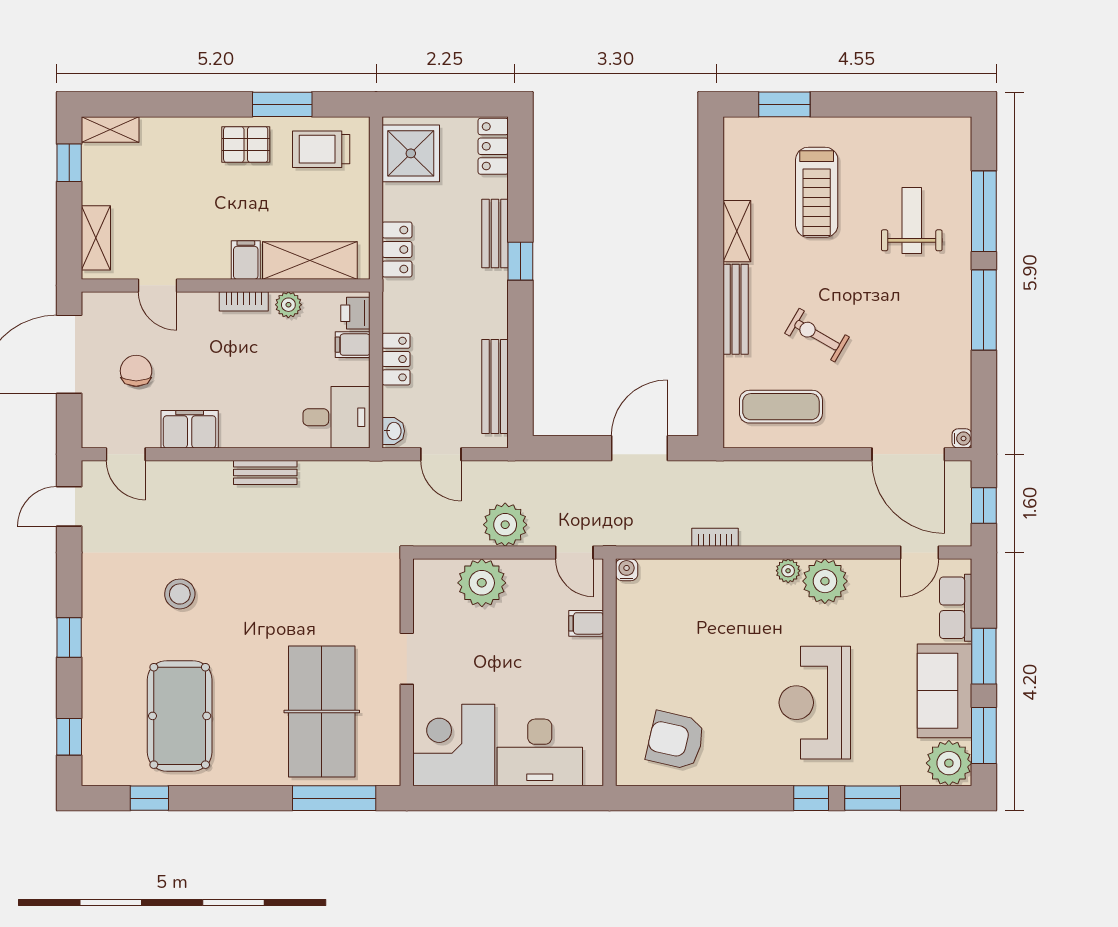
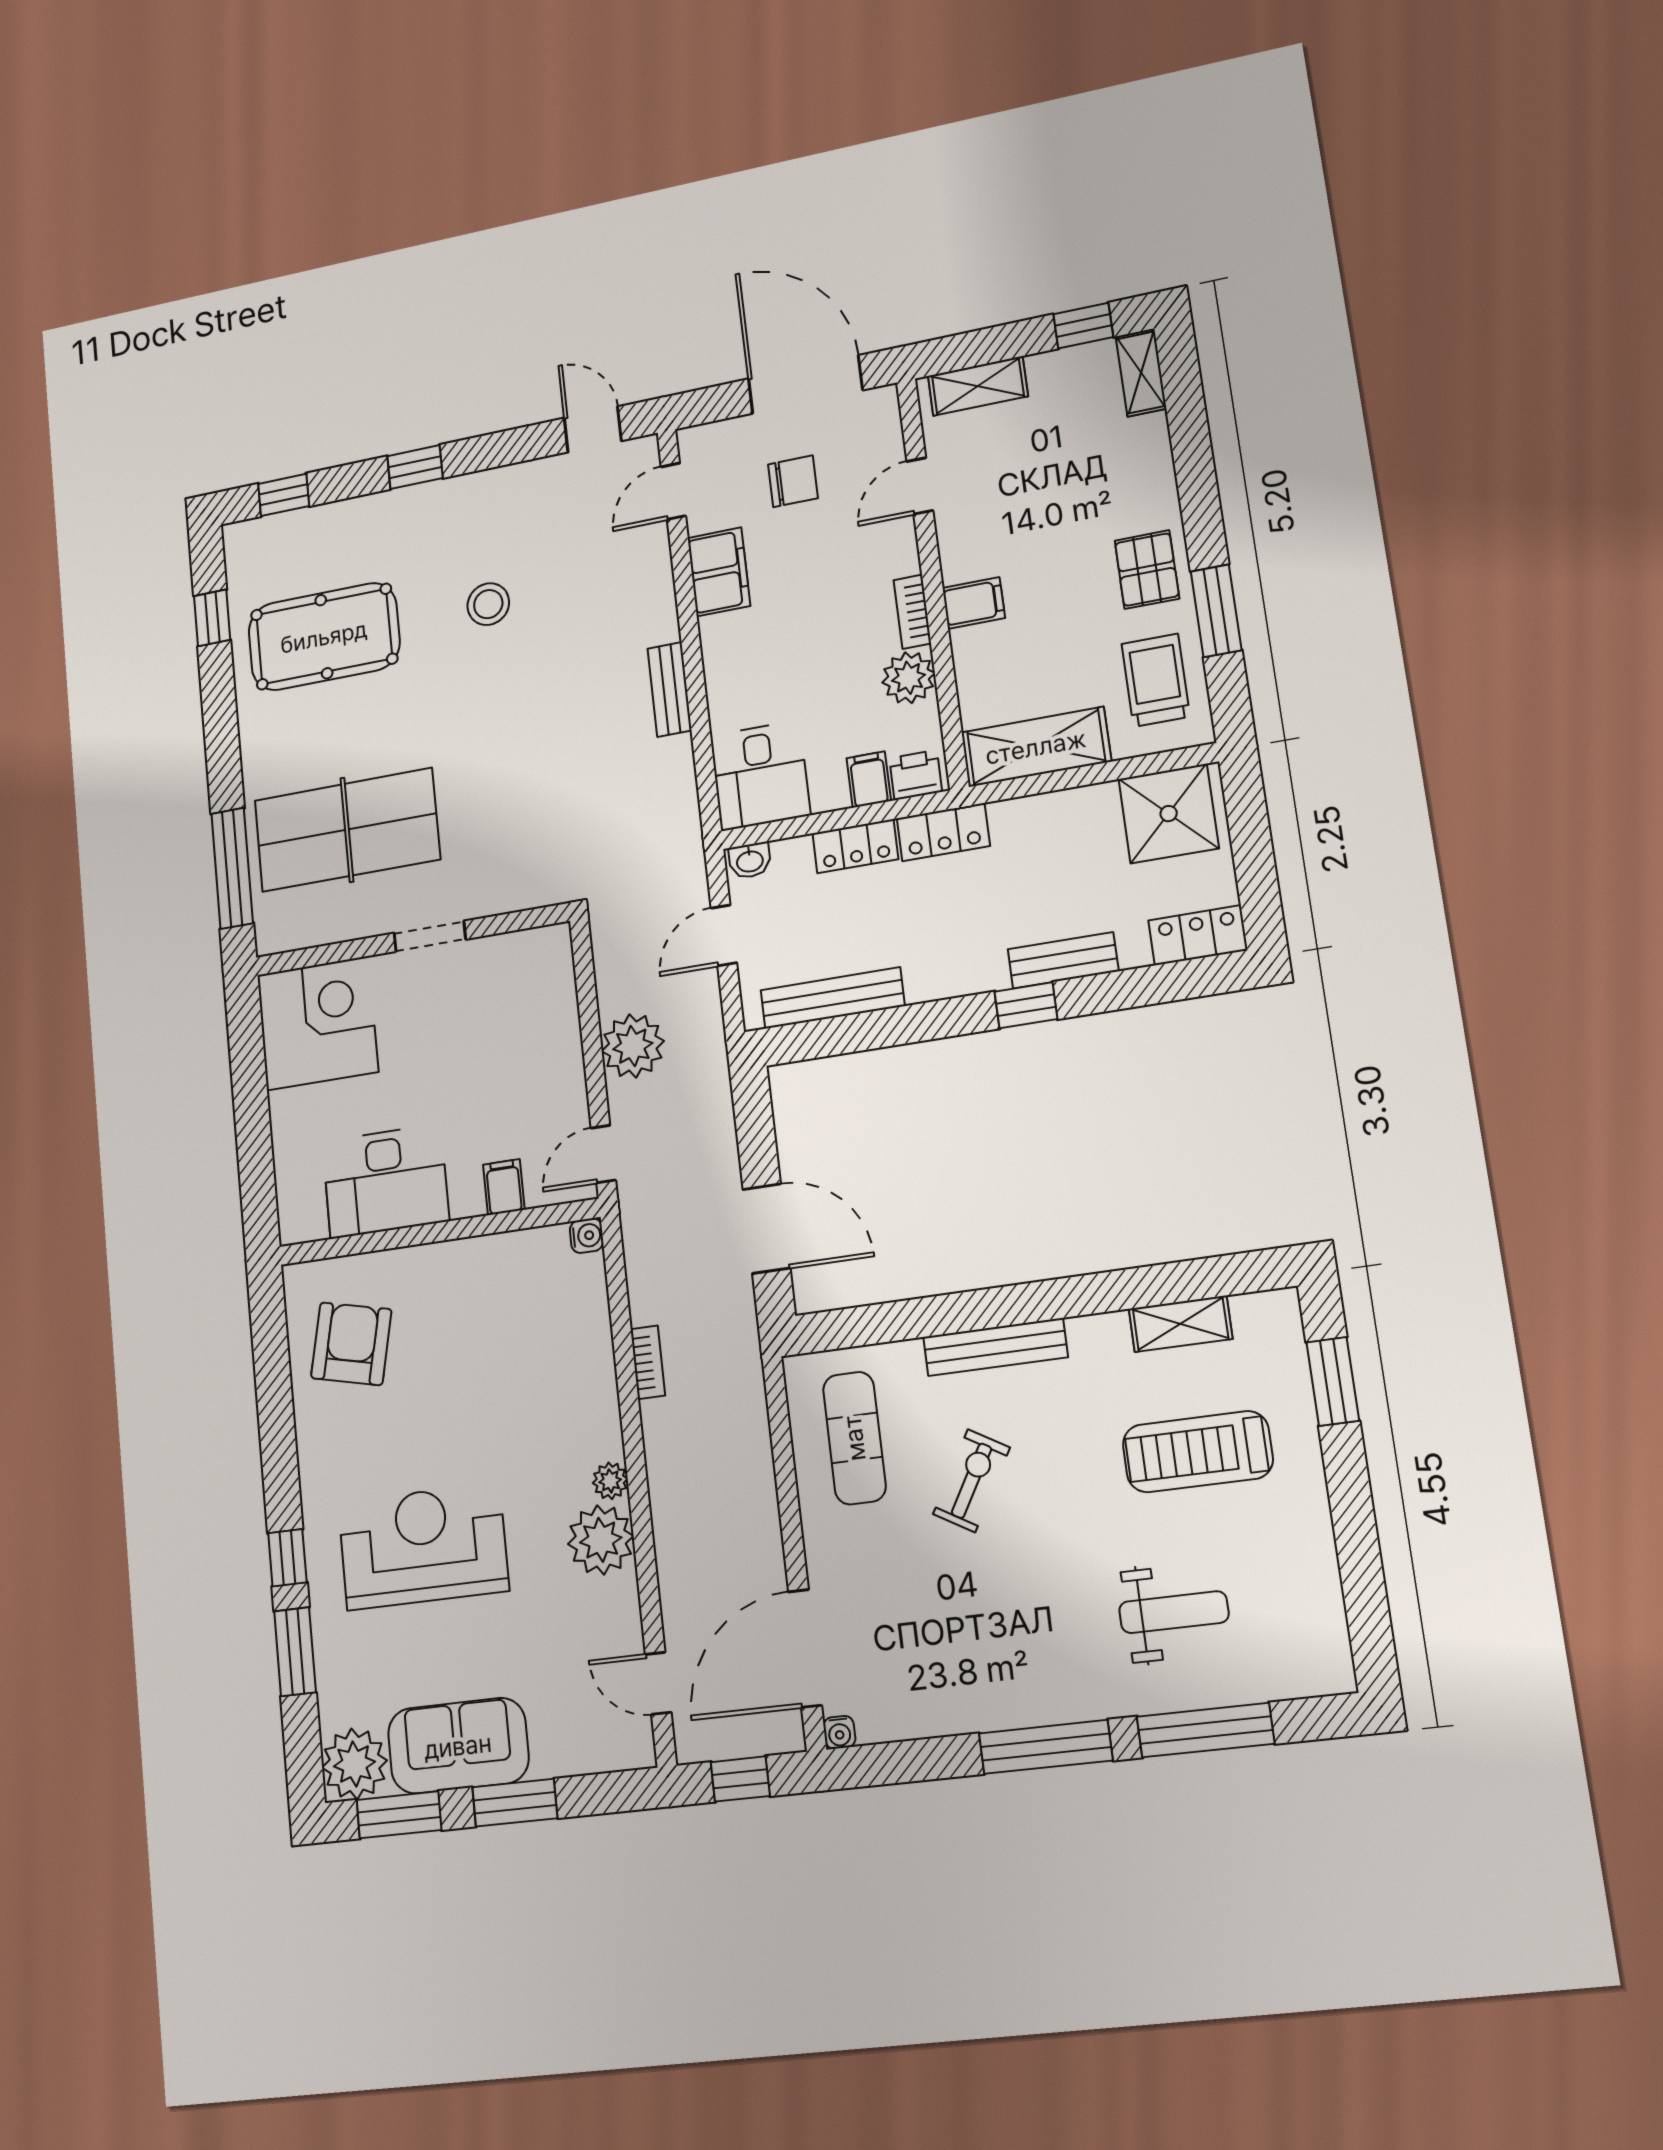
shelving: (737, 231) -> (1180, 1324), moved
locker: (397, 249) -> (943, 832), moved
shelving: (310, 260) -> (1036, 747), moved, turned 90
plant: (288, 305) -> (909, 678), width x1.38, depth x1.38
plant: (482, 583) -> (546, 1026), removed
row of seats: (956, 608) -> (582, 1750), removed
desk: (540, 752) -> (386, 1181), moved, turned -90

